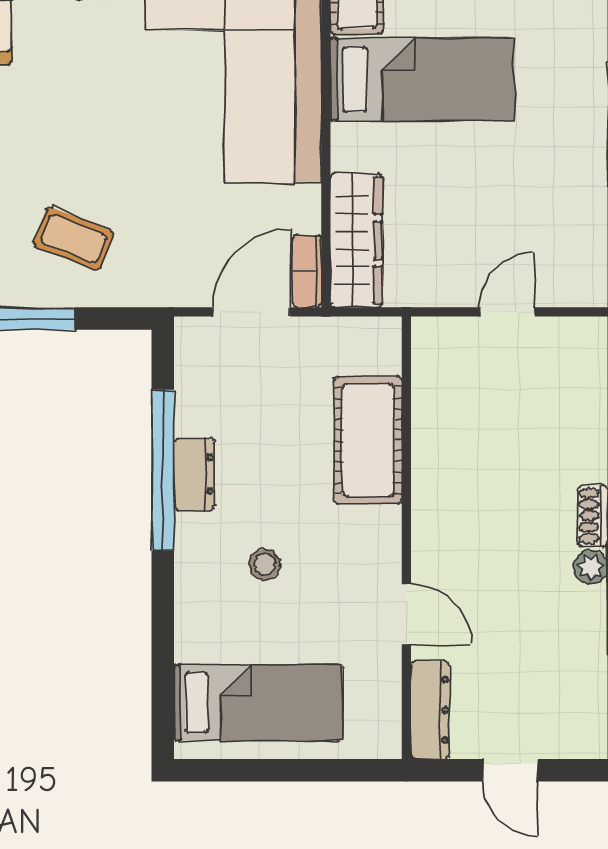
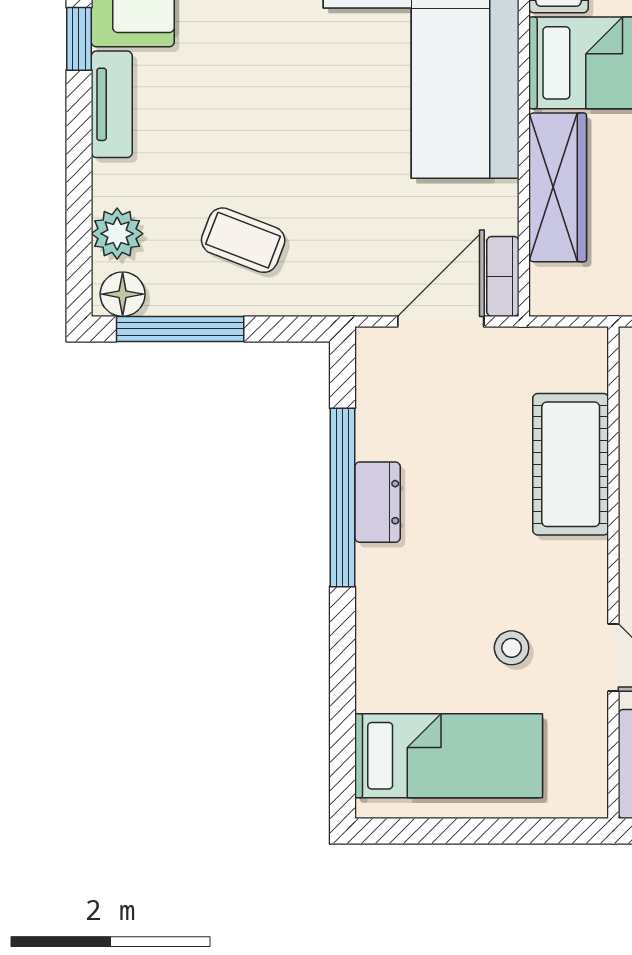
wardrobe: (356, 240) -> (558, 187), moved
stool: (265, 564) -> (512, 648), moved

